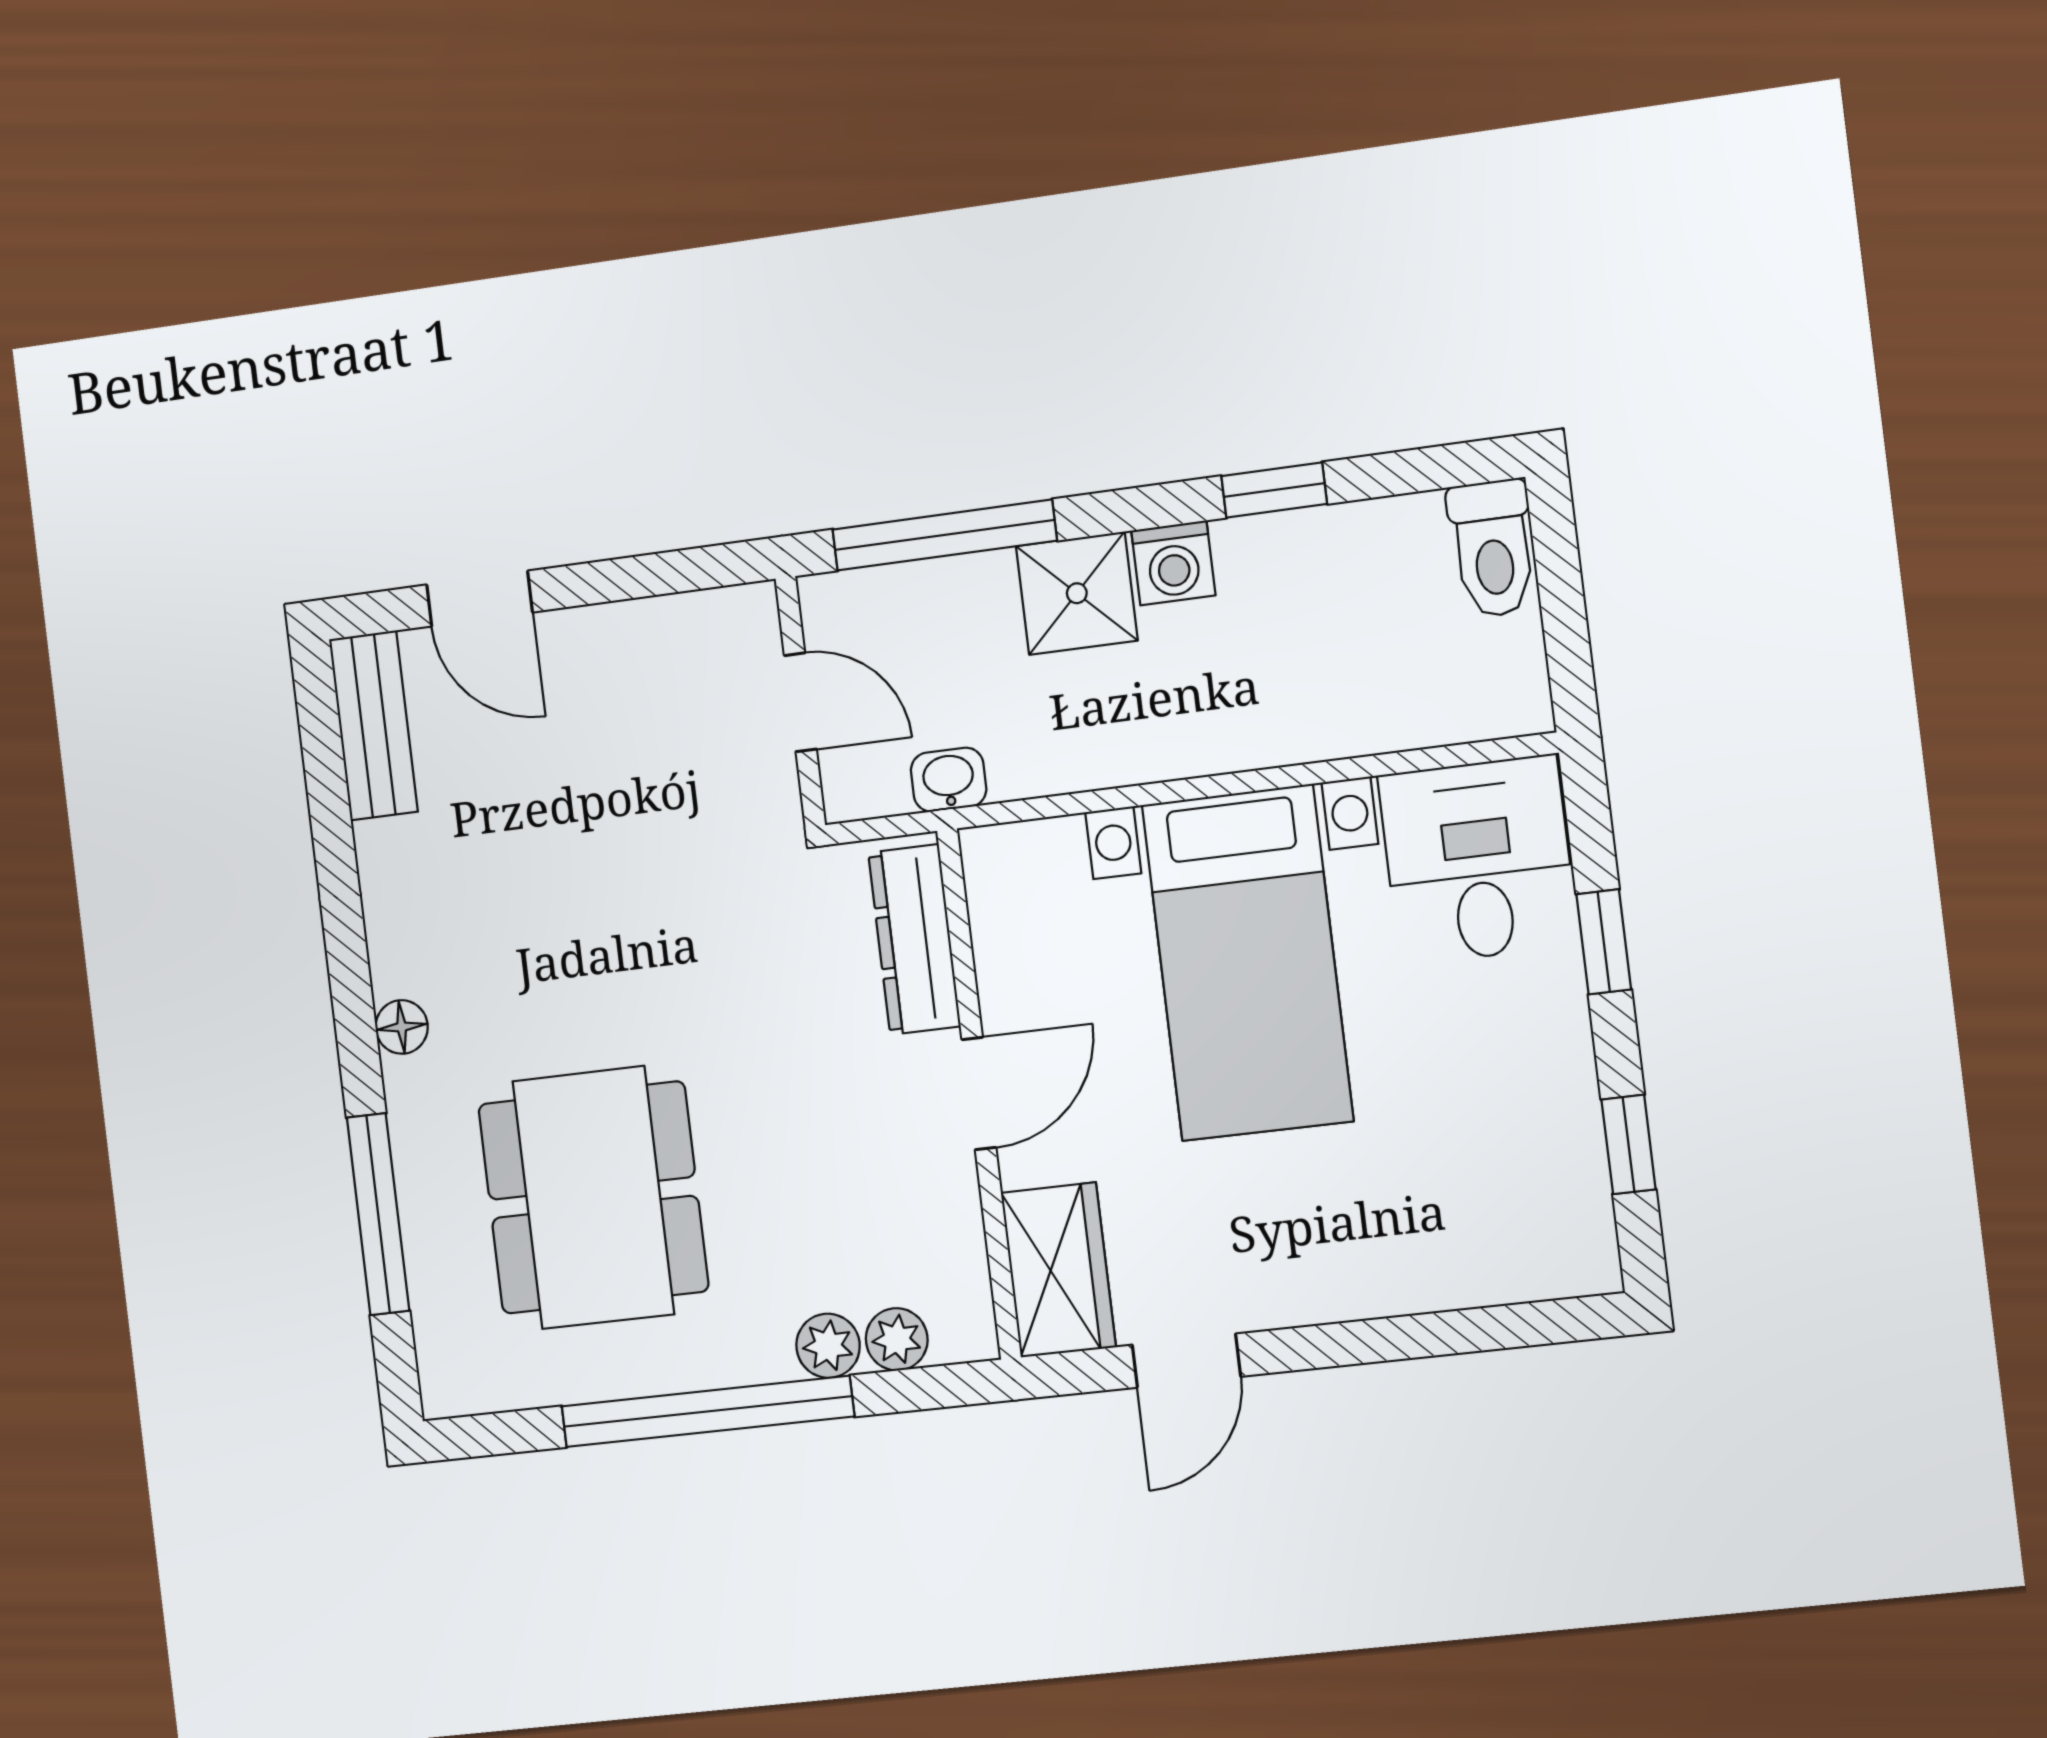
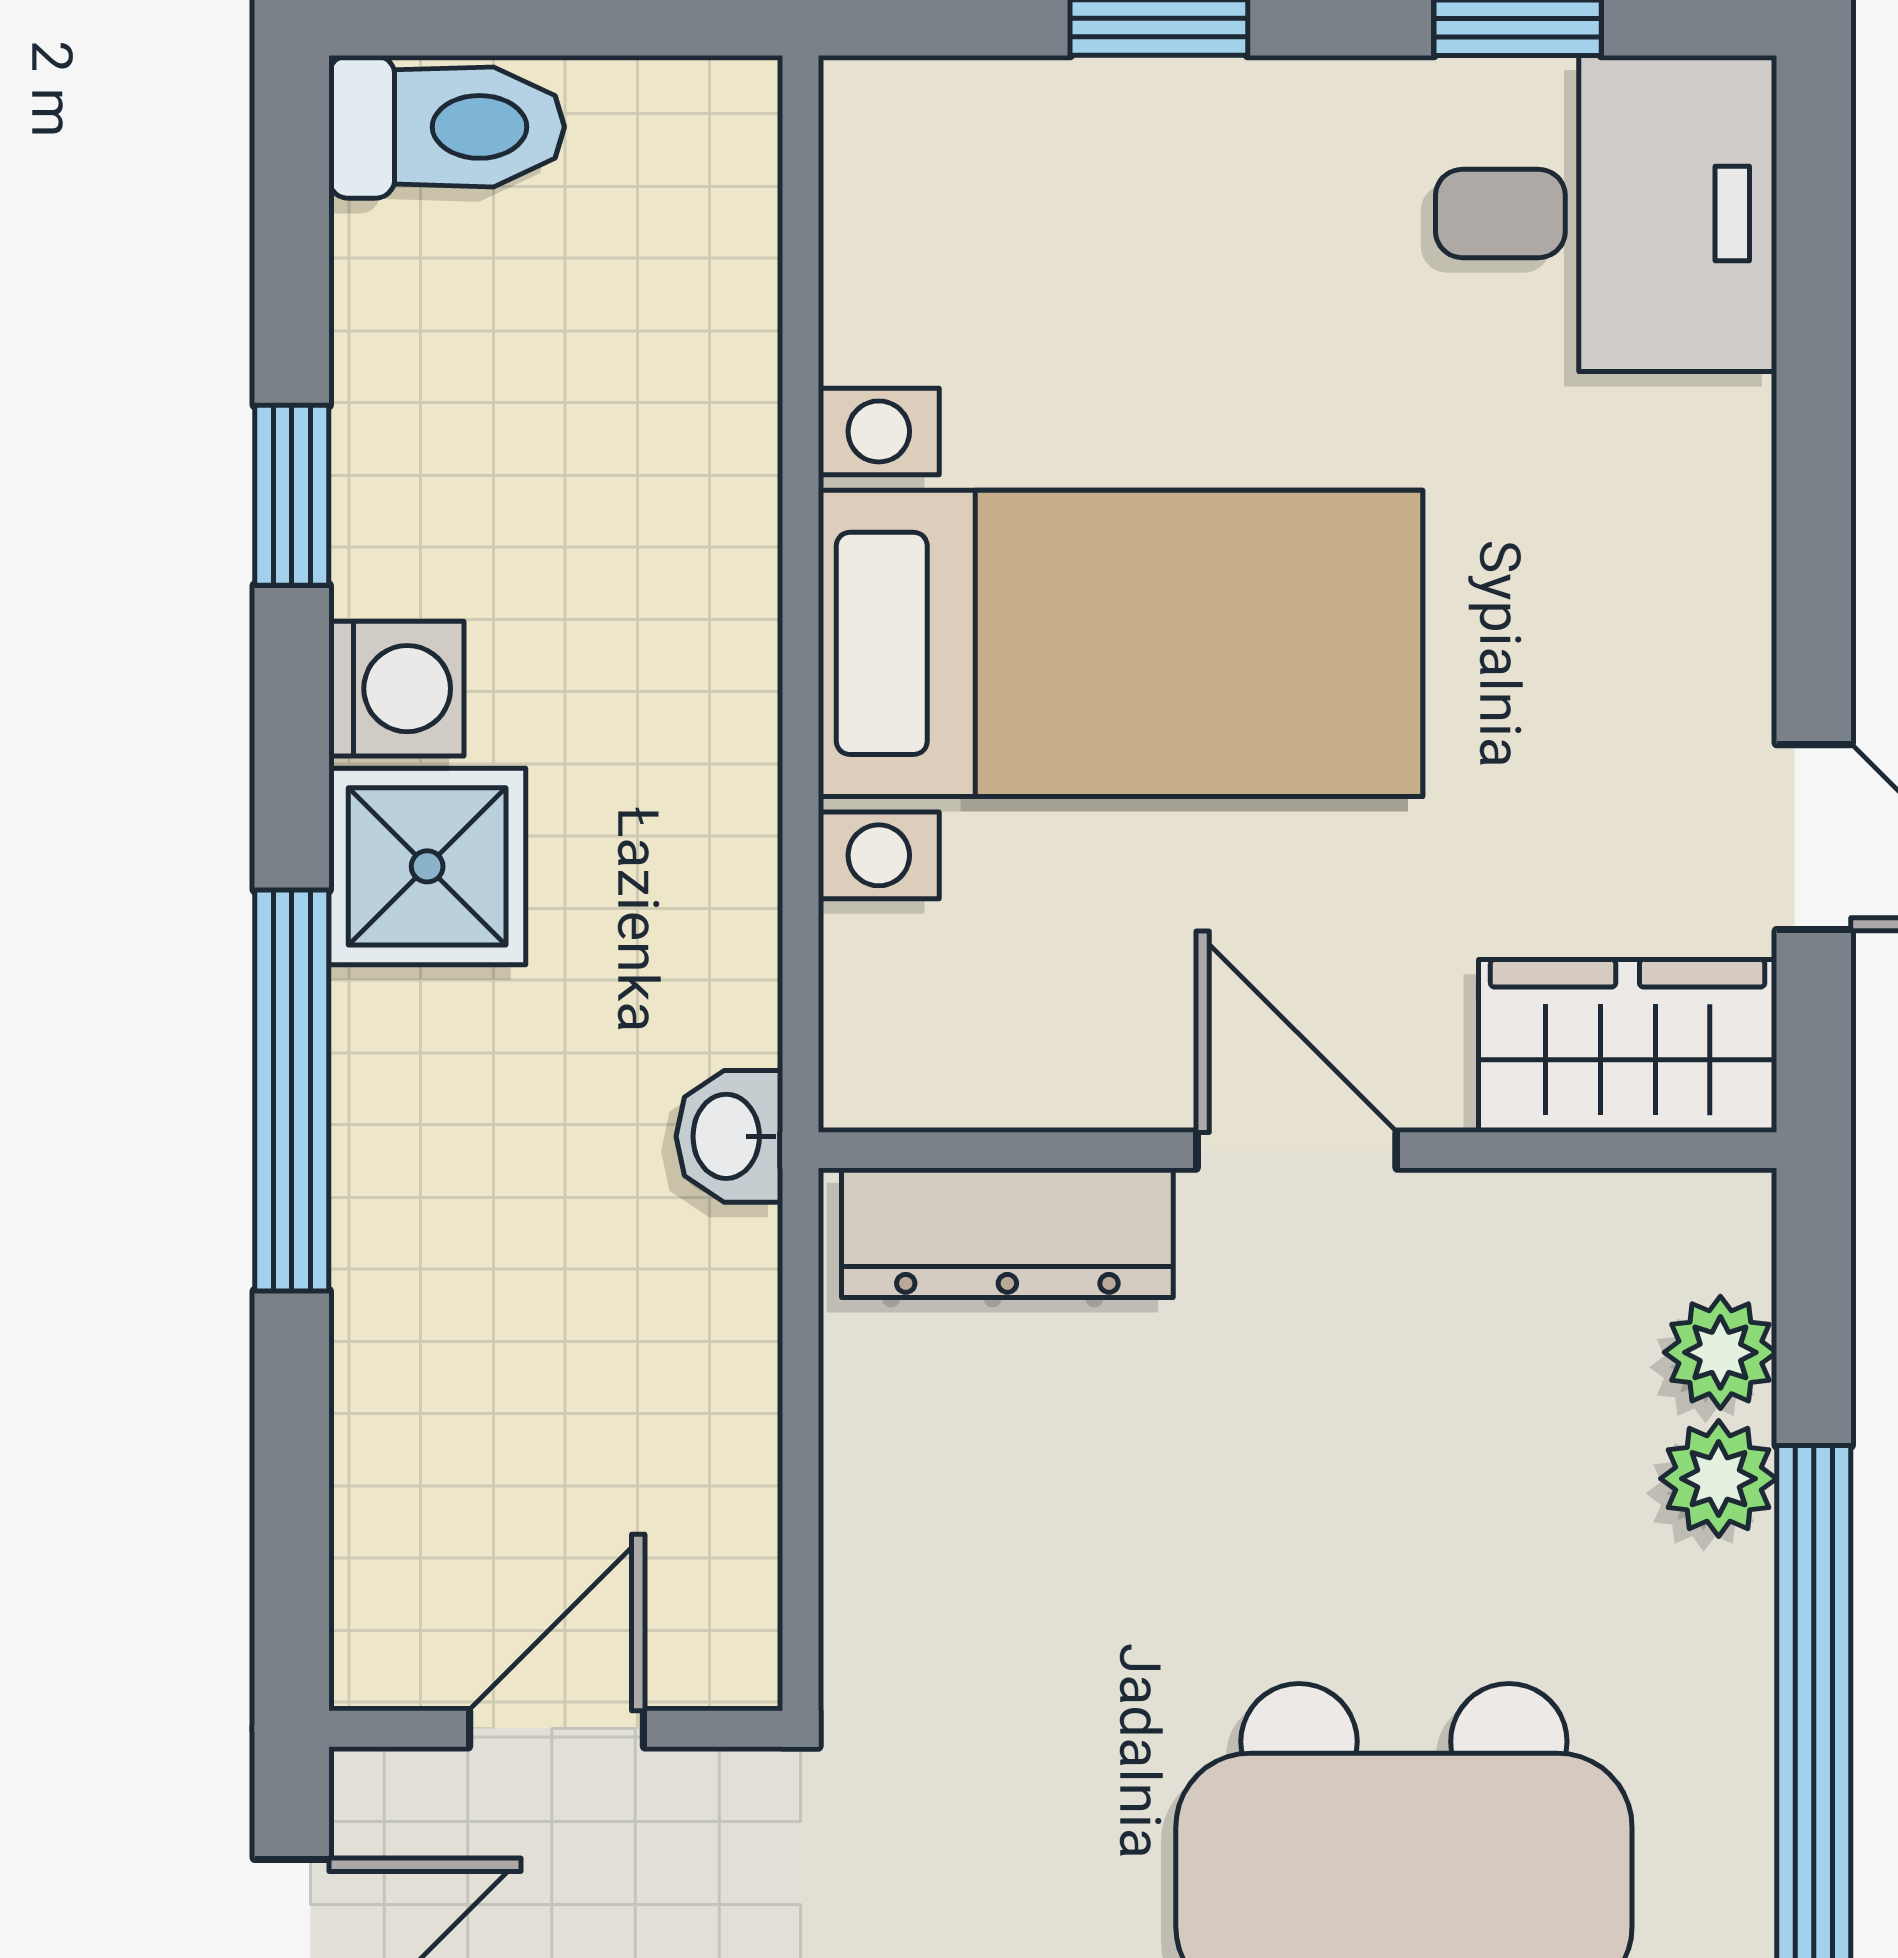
door: (800, 702) -> (556, 1729), moved
wall: (800, 702) -> (556, 1729), moved
desk: (1478, 860) -> (1606, 213), moved, turned 180

